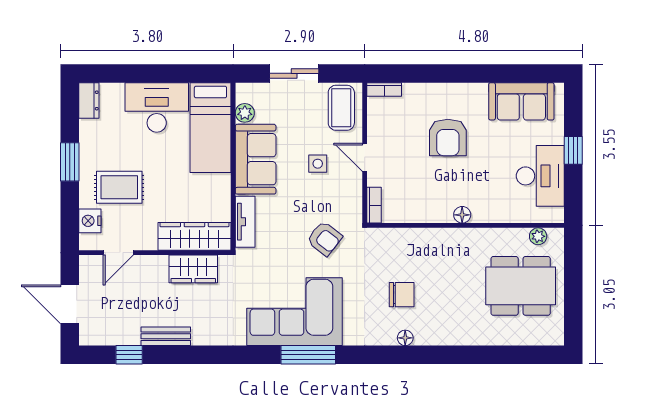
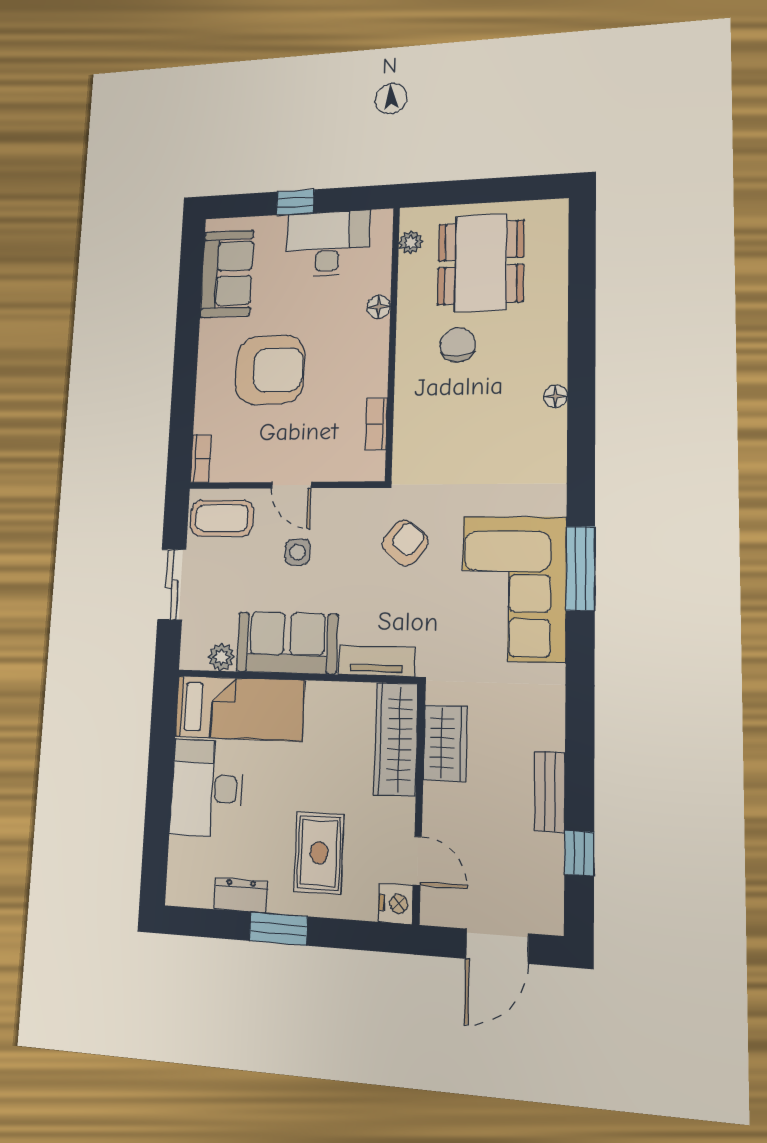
dresser: (89, 100) -> (241, 895), moved
armchair: (448, 137) -> (270, 370), width x1.36, depth x1.36
door: (365, 157) -> (291, 485), hinge flipped
bookcase: (374, 205) -> (376, 424), moved, turned -90
floor lamp: (462, 215) -> (379, 307), moved
nightstand: (90, 221) -> (396, 904), moved, turned -90
chair: (402, 295) -> (458, 345), moved
floor lamp: (405, 338) -> (556, 396), moved

